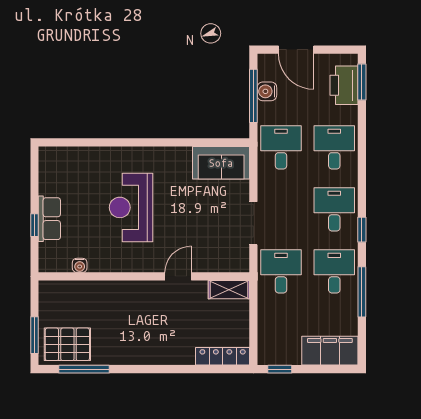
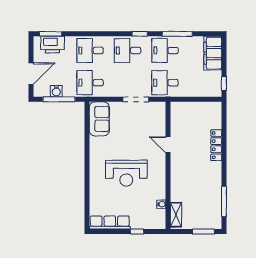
row of seats: (49, 219) -> (110, 223), moved, width x1.48
shelving: (229, 290) -> (176, 215), moved
pallet: (67, 344) -> (209, 212), removed
locker: (223, 356) -> (216, 145), moved

